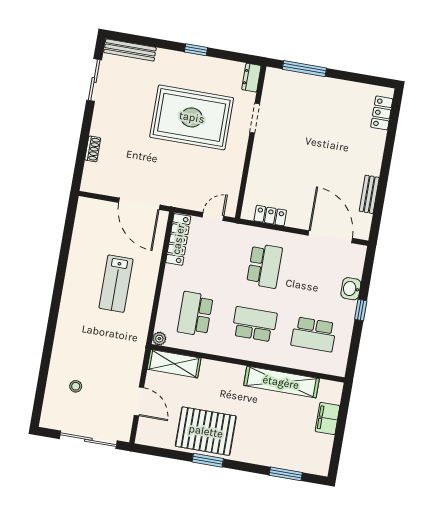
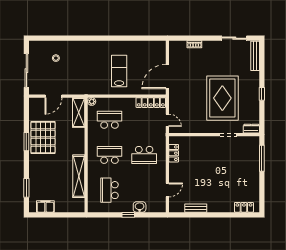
door: (330, 237) -> (167, 190), width x0.53
lab bench: (116, 284) -> (119, 71), turned 90
school desk: (254, 324) -> (109, 155), turned -90
filing cabinet: (327, 419) -> (45, 206), moved

